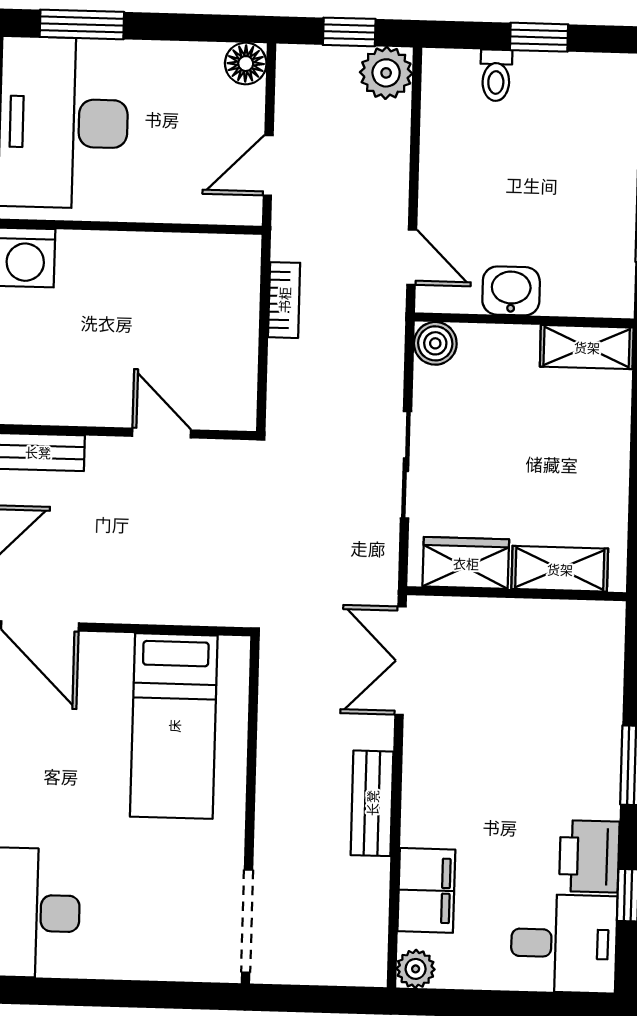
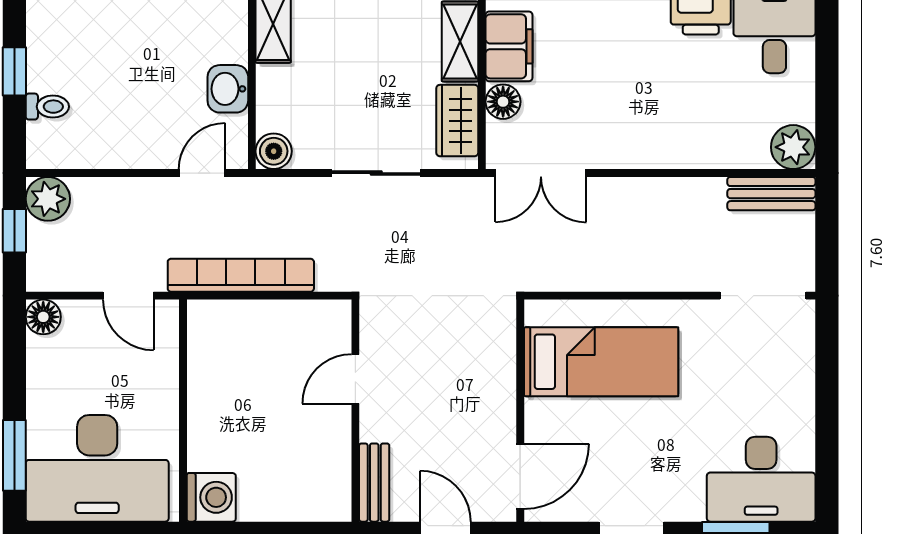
bookcase: (284, 300) -> (241, 275), width x2.31, depth x1.31
floor lamp: (487, 618) -> (503, 102), added
bench: (372, 803) -> (771, 194), moved
filing cabinet: (426, 890) -> (509, 46), moved, turned 90
plant: (416, 969) -> (793, 147), width x1.38, depth x1.38

